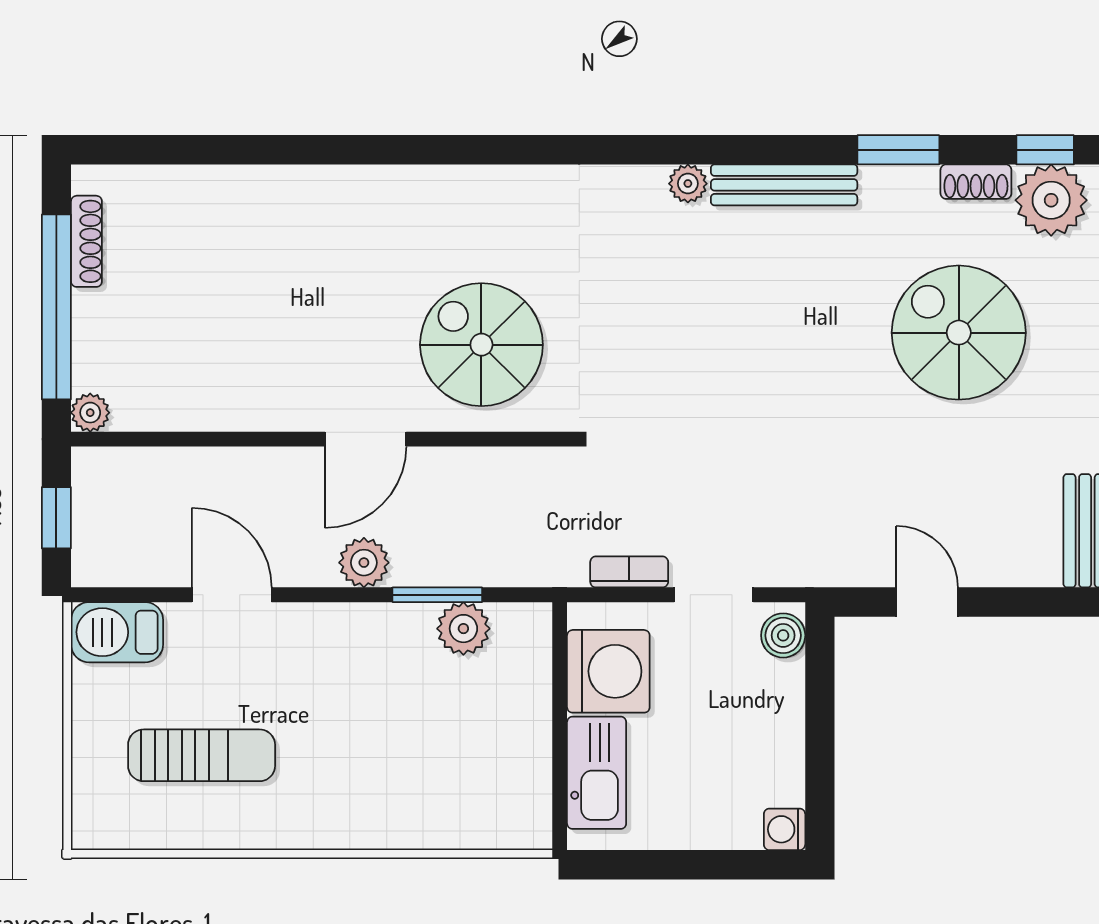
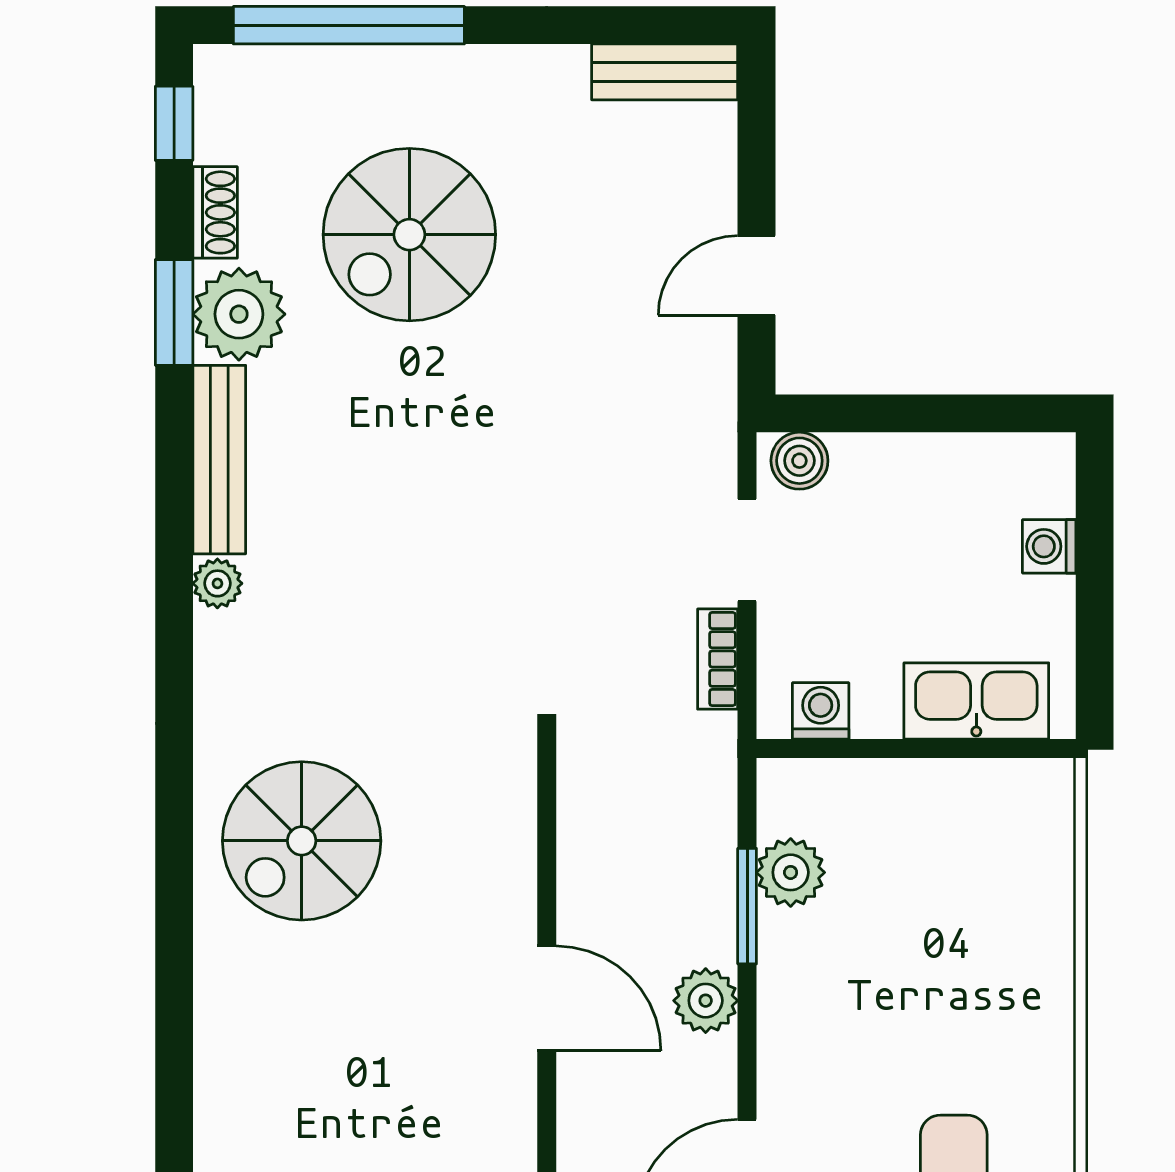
plant: (1051, 200) -> (239, 314), moved
spiral stairs: (481, 345) -> (302, 841), moved
washing machine: (608, 671) -> (821, 711), width x0.53, depth x0.53
washing machine: (785, 829) -> (1049, 546), moved, turned 90

